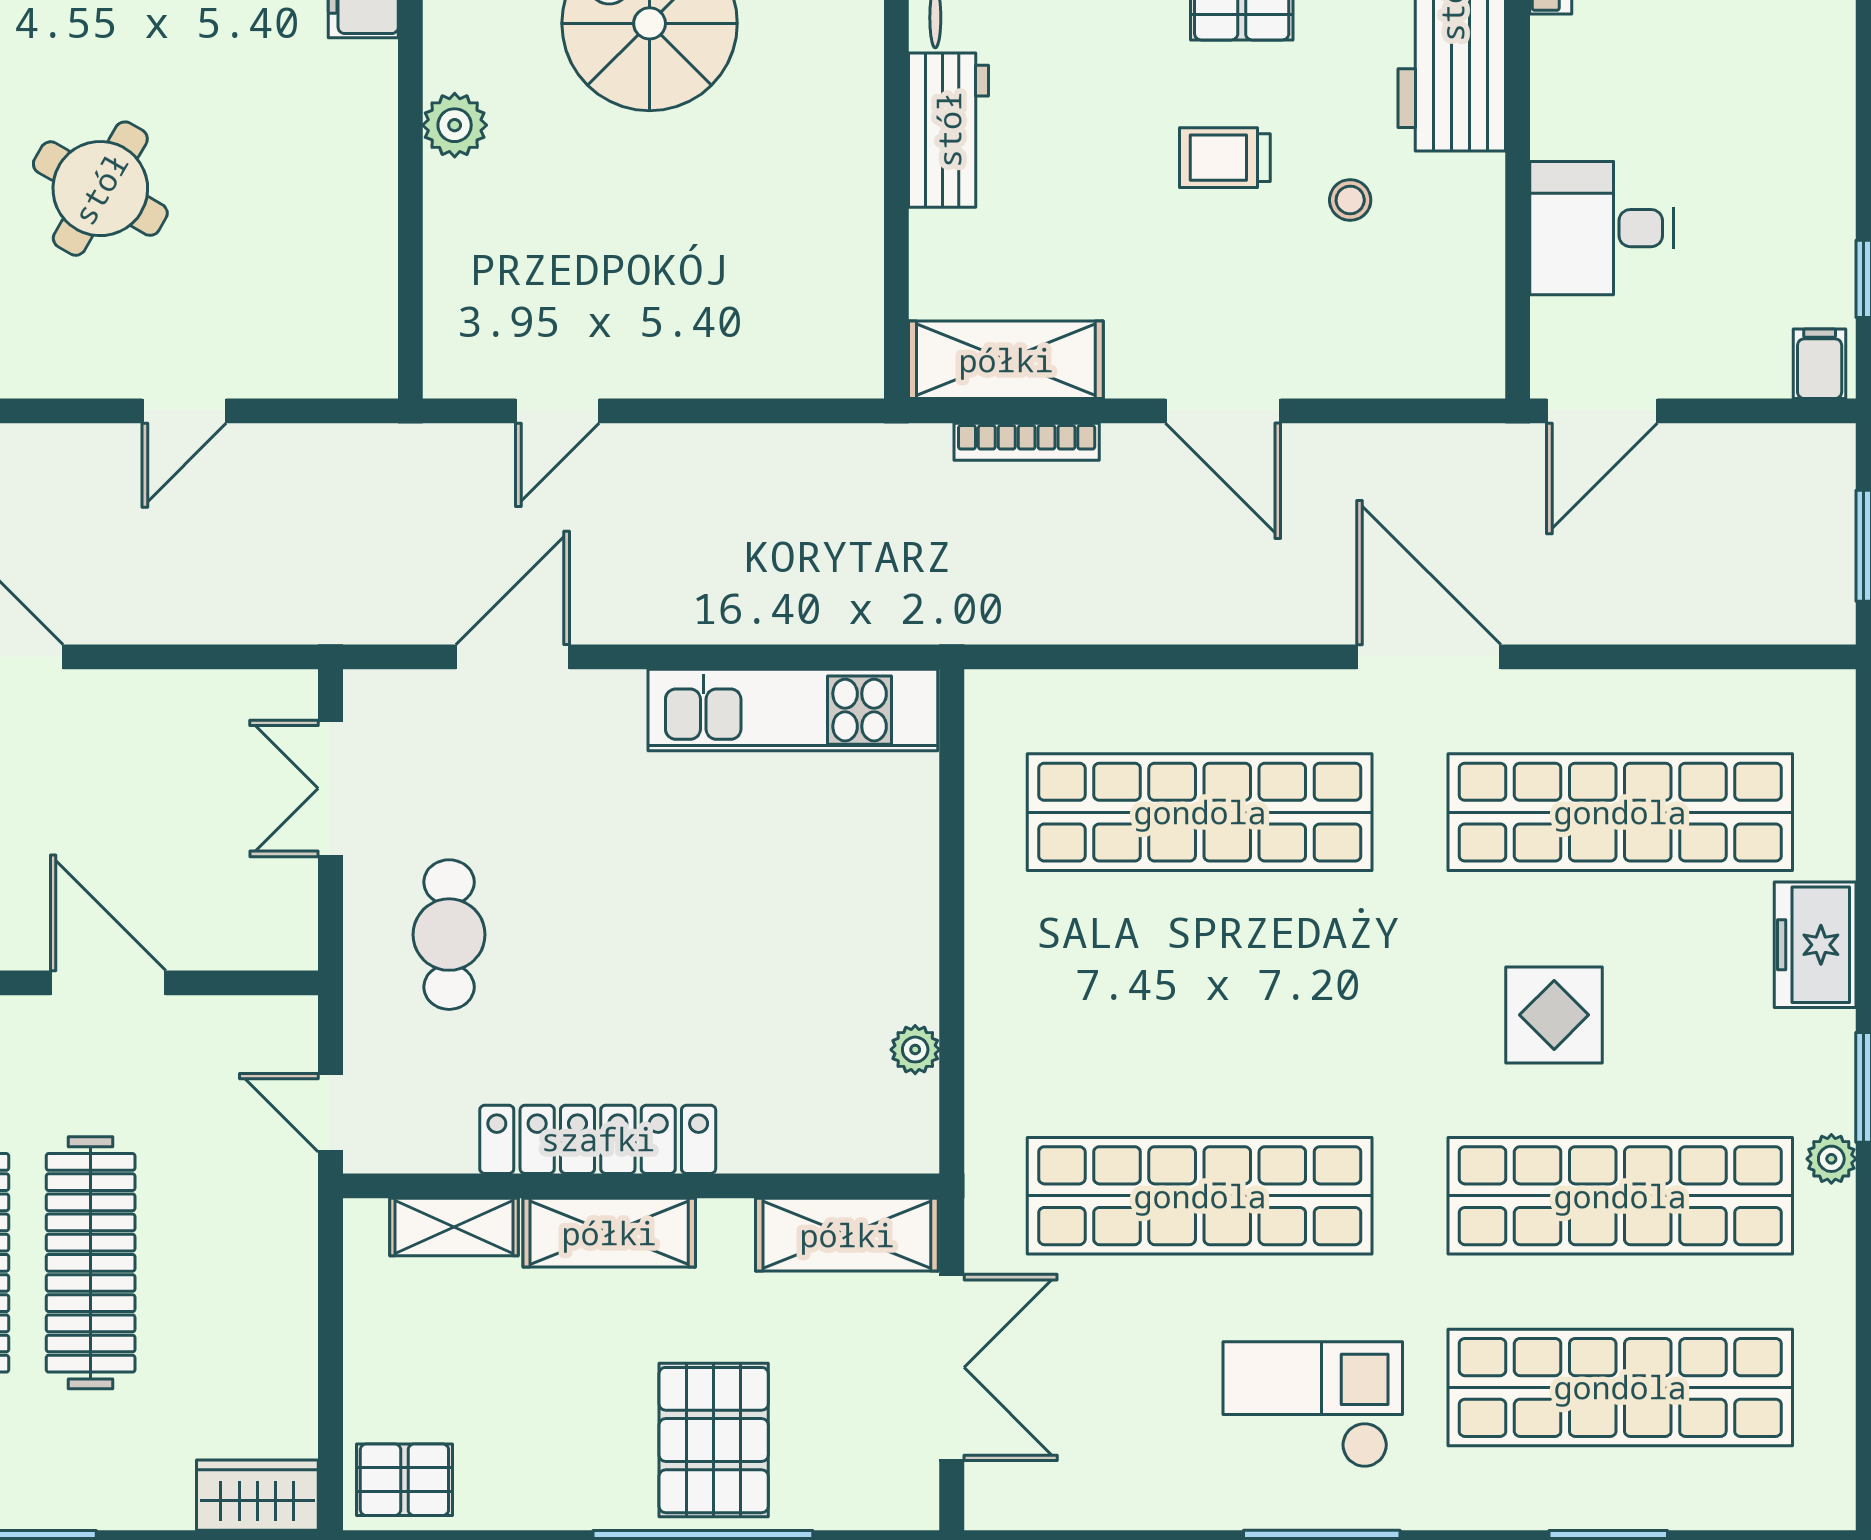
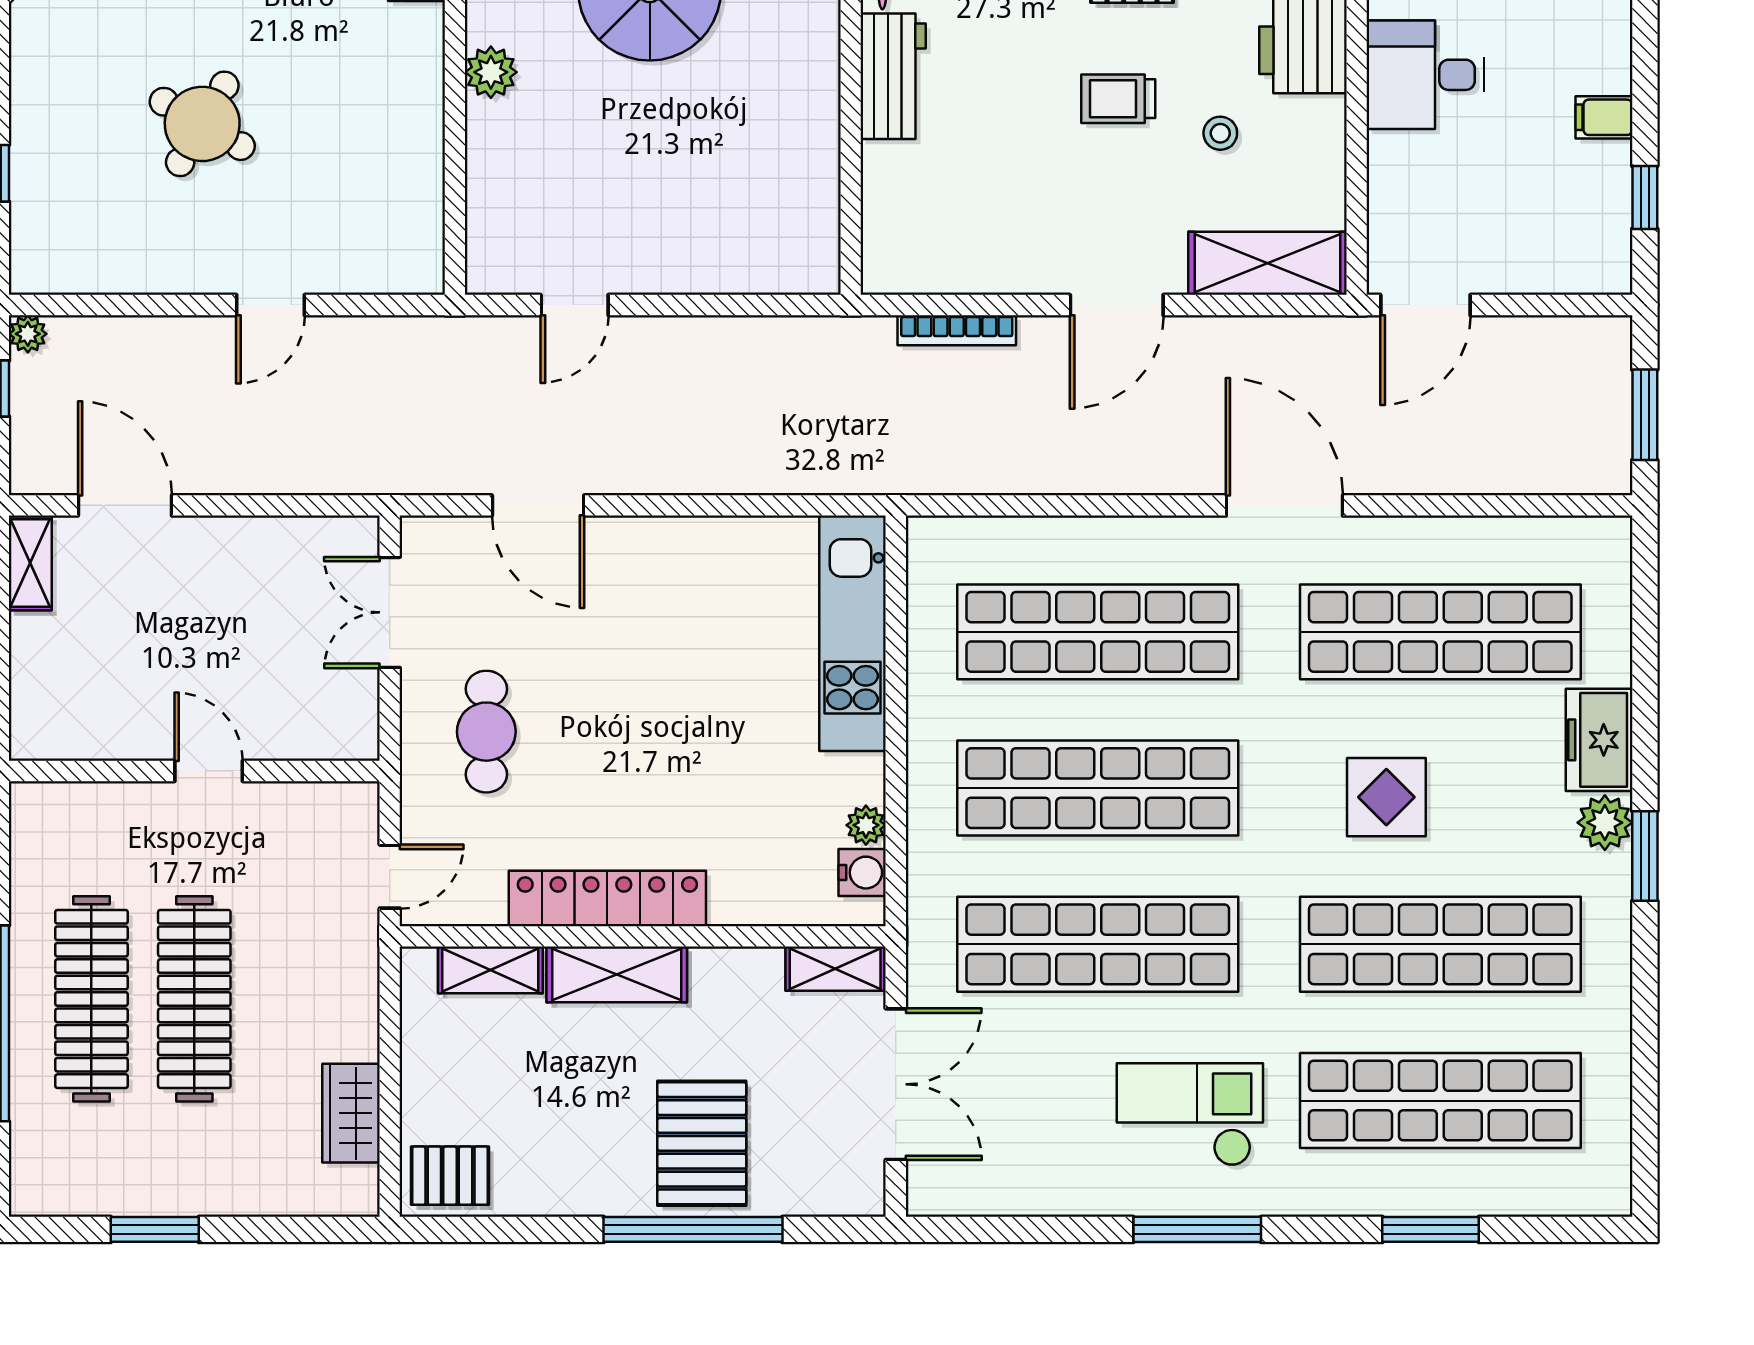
desk: (1602, 228) -> (1425, 75), moved
shelving: (1006, 360) -> (1268, 263), moved
filing cabinet: (1820, 364) -> (1604, 117), moved, turned -90
door: (1223, 411) -> (1117, 305), hinge flipped
door: (513, 657) -> (538, 505), swing flipped
kitchen unit: (793, 710) -> (853, 633), moved, turned 90
door: (108, 983) -> (209, 771), width x0.73
shop shelf: (1200, 1004) -> (1098, 788), added
water cooler: (911, 1108) -> (862, 873), added
door: (330, 1113) -> (390, 877), swing flipped
plant: (1831, 1159) -> (1605, 823), moved, width x1.38, depth x1.38
shelving: (847, 1235) -> (835, 969), width x0.67, depth x0.75
wardrobe: (257, 1495) -> (351, 1113), moved, turned -90

